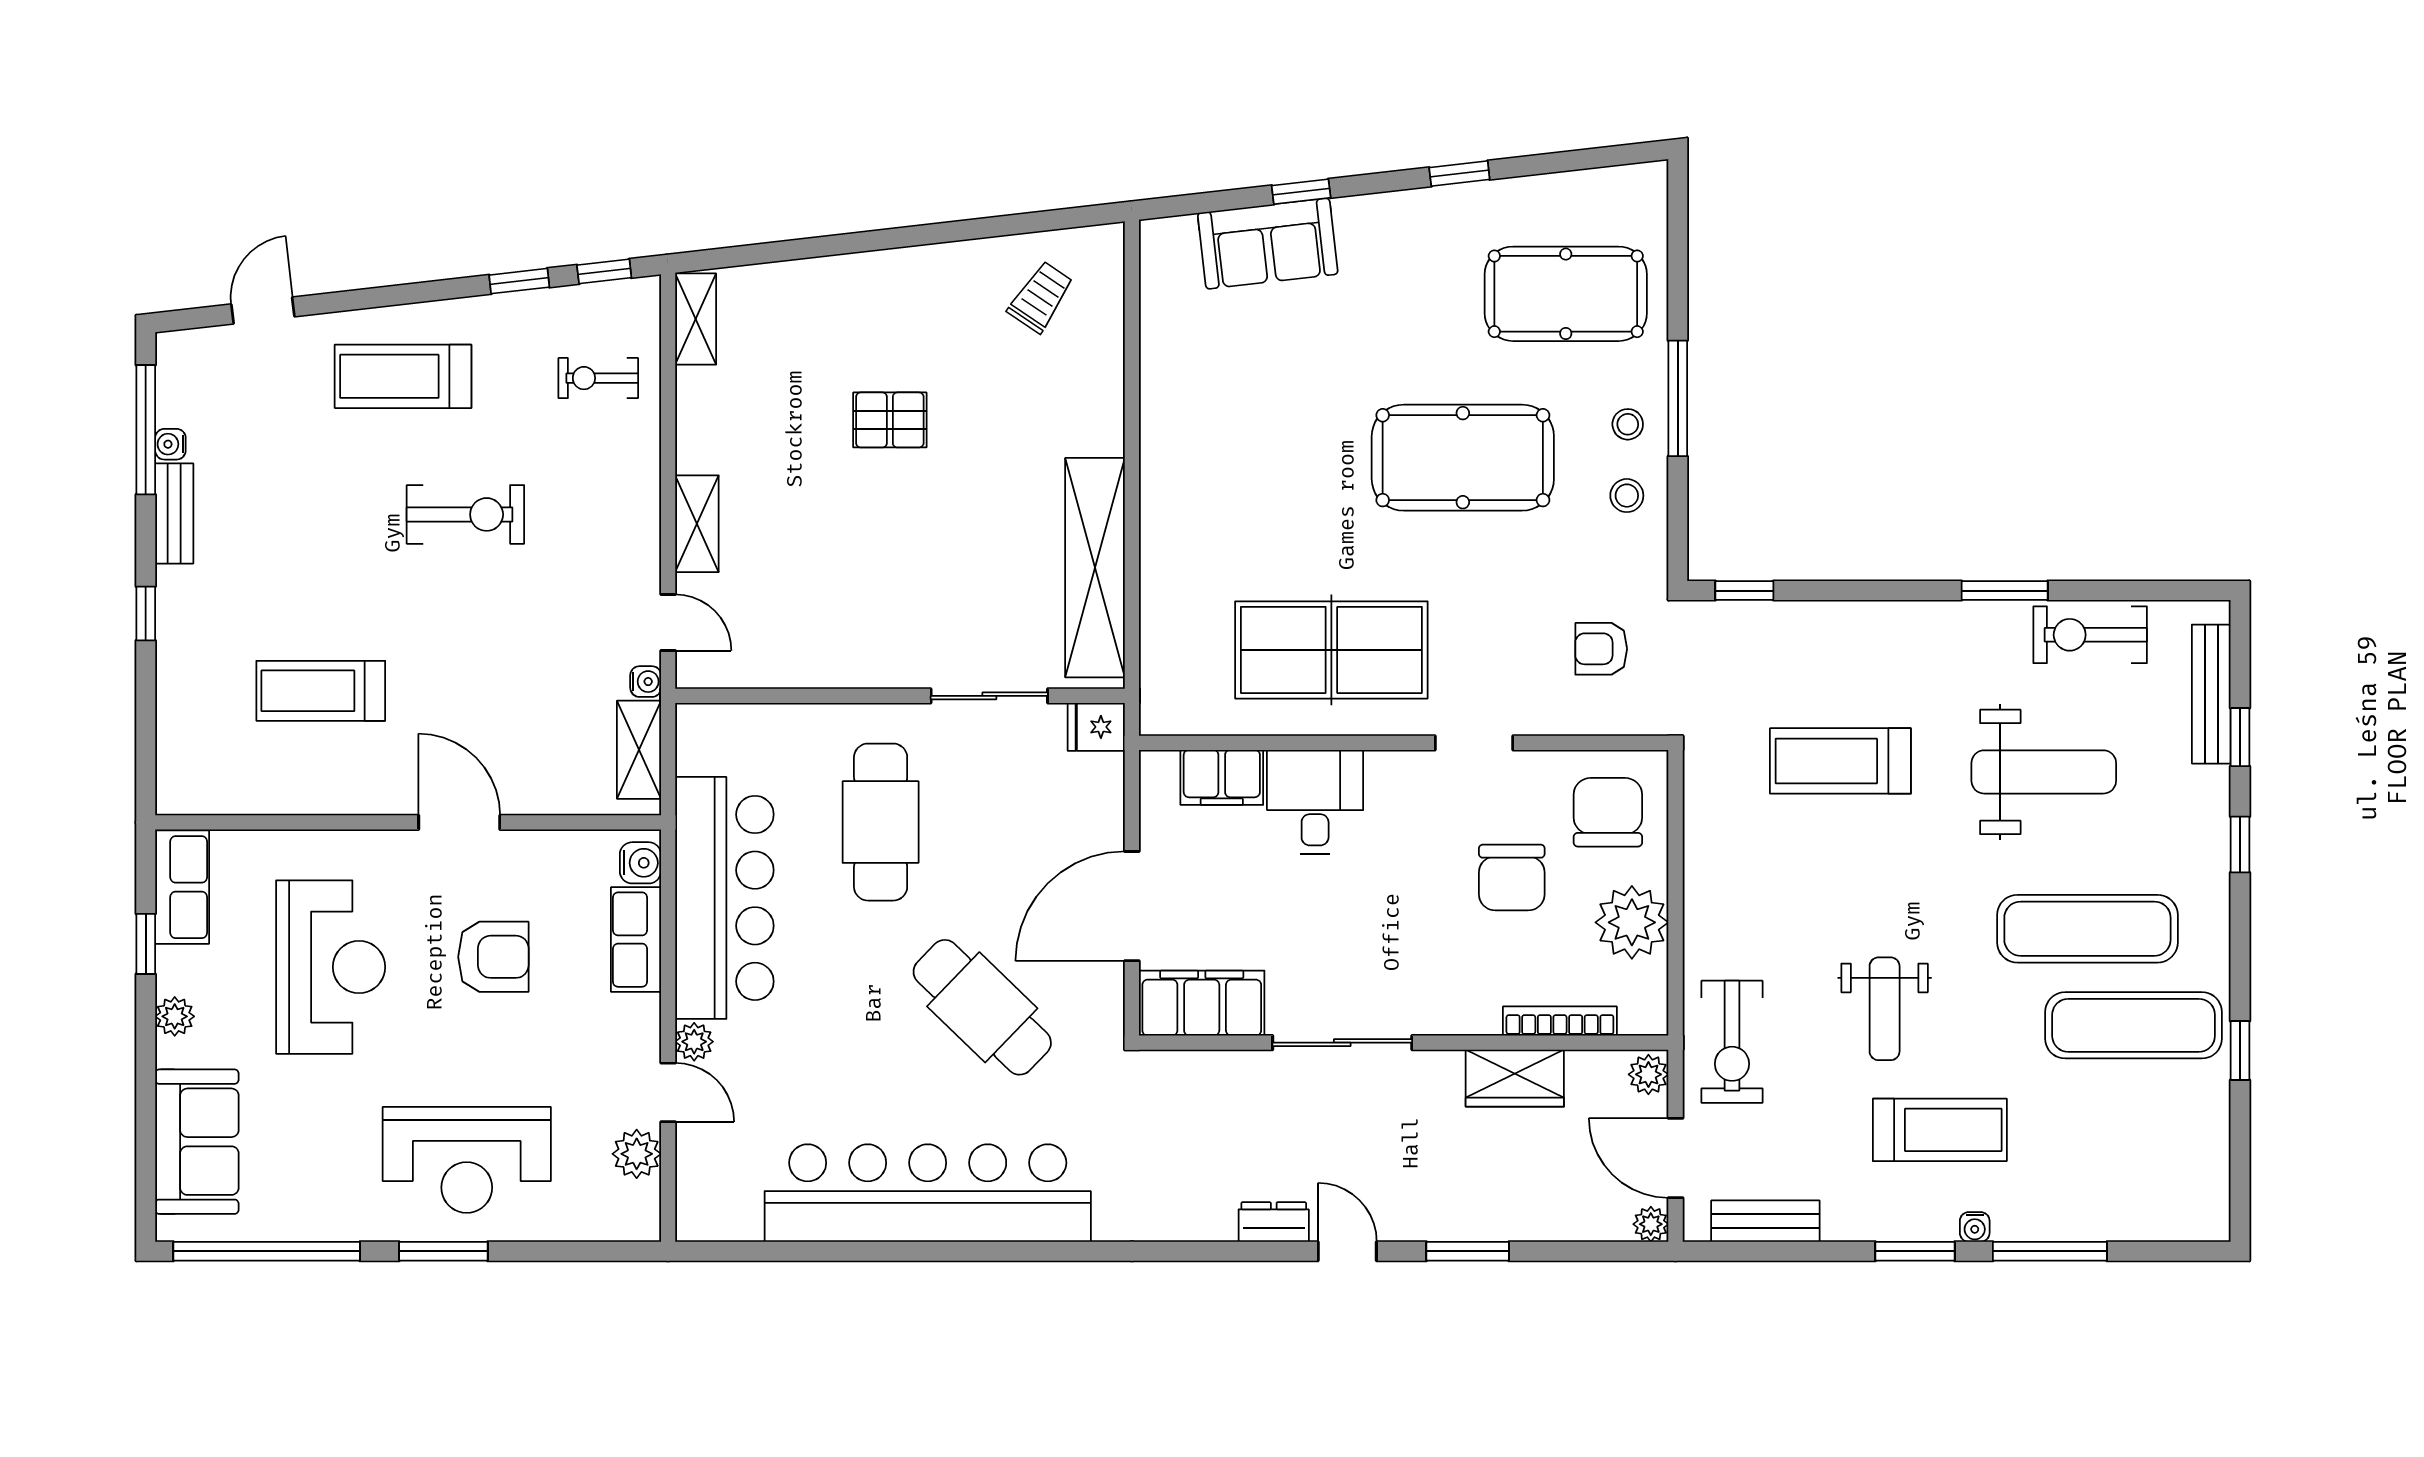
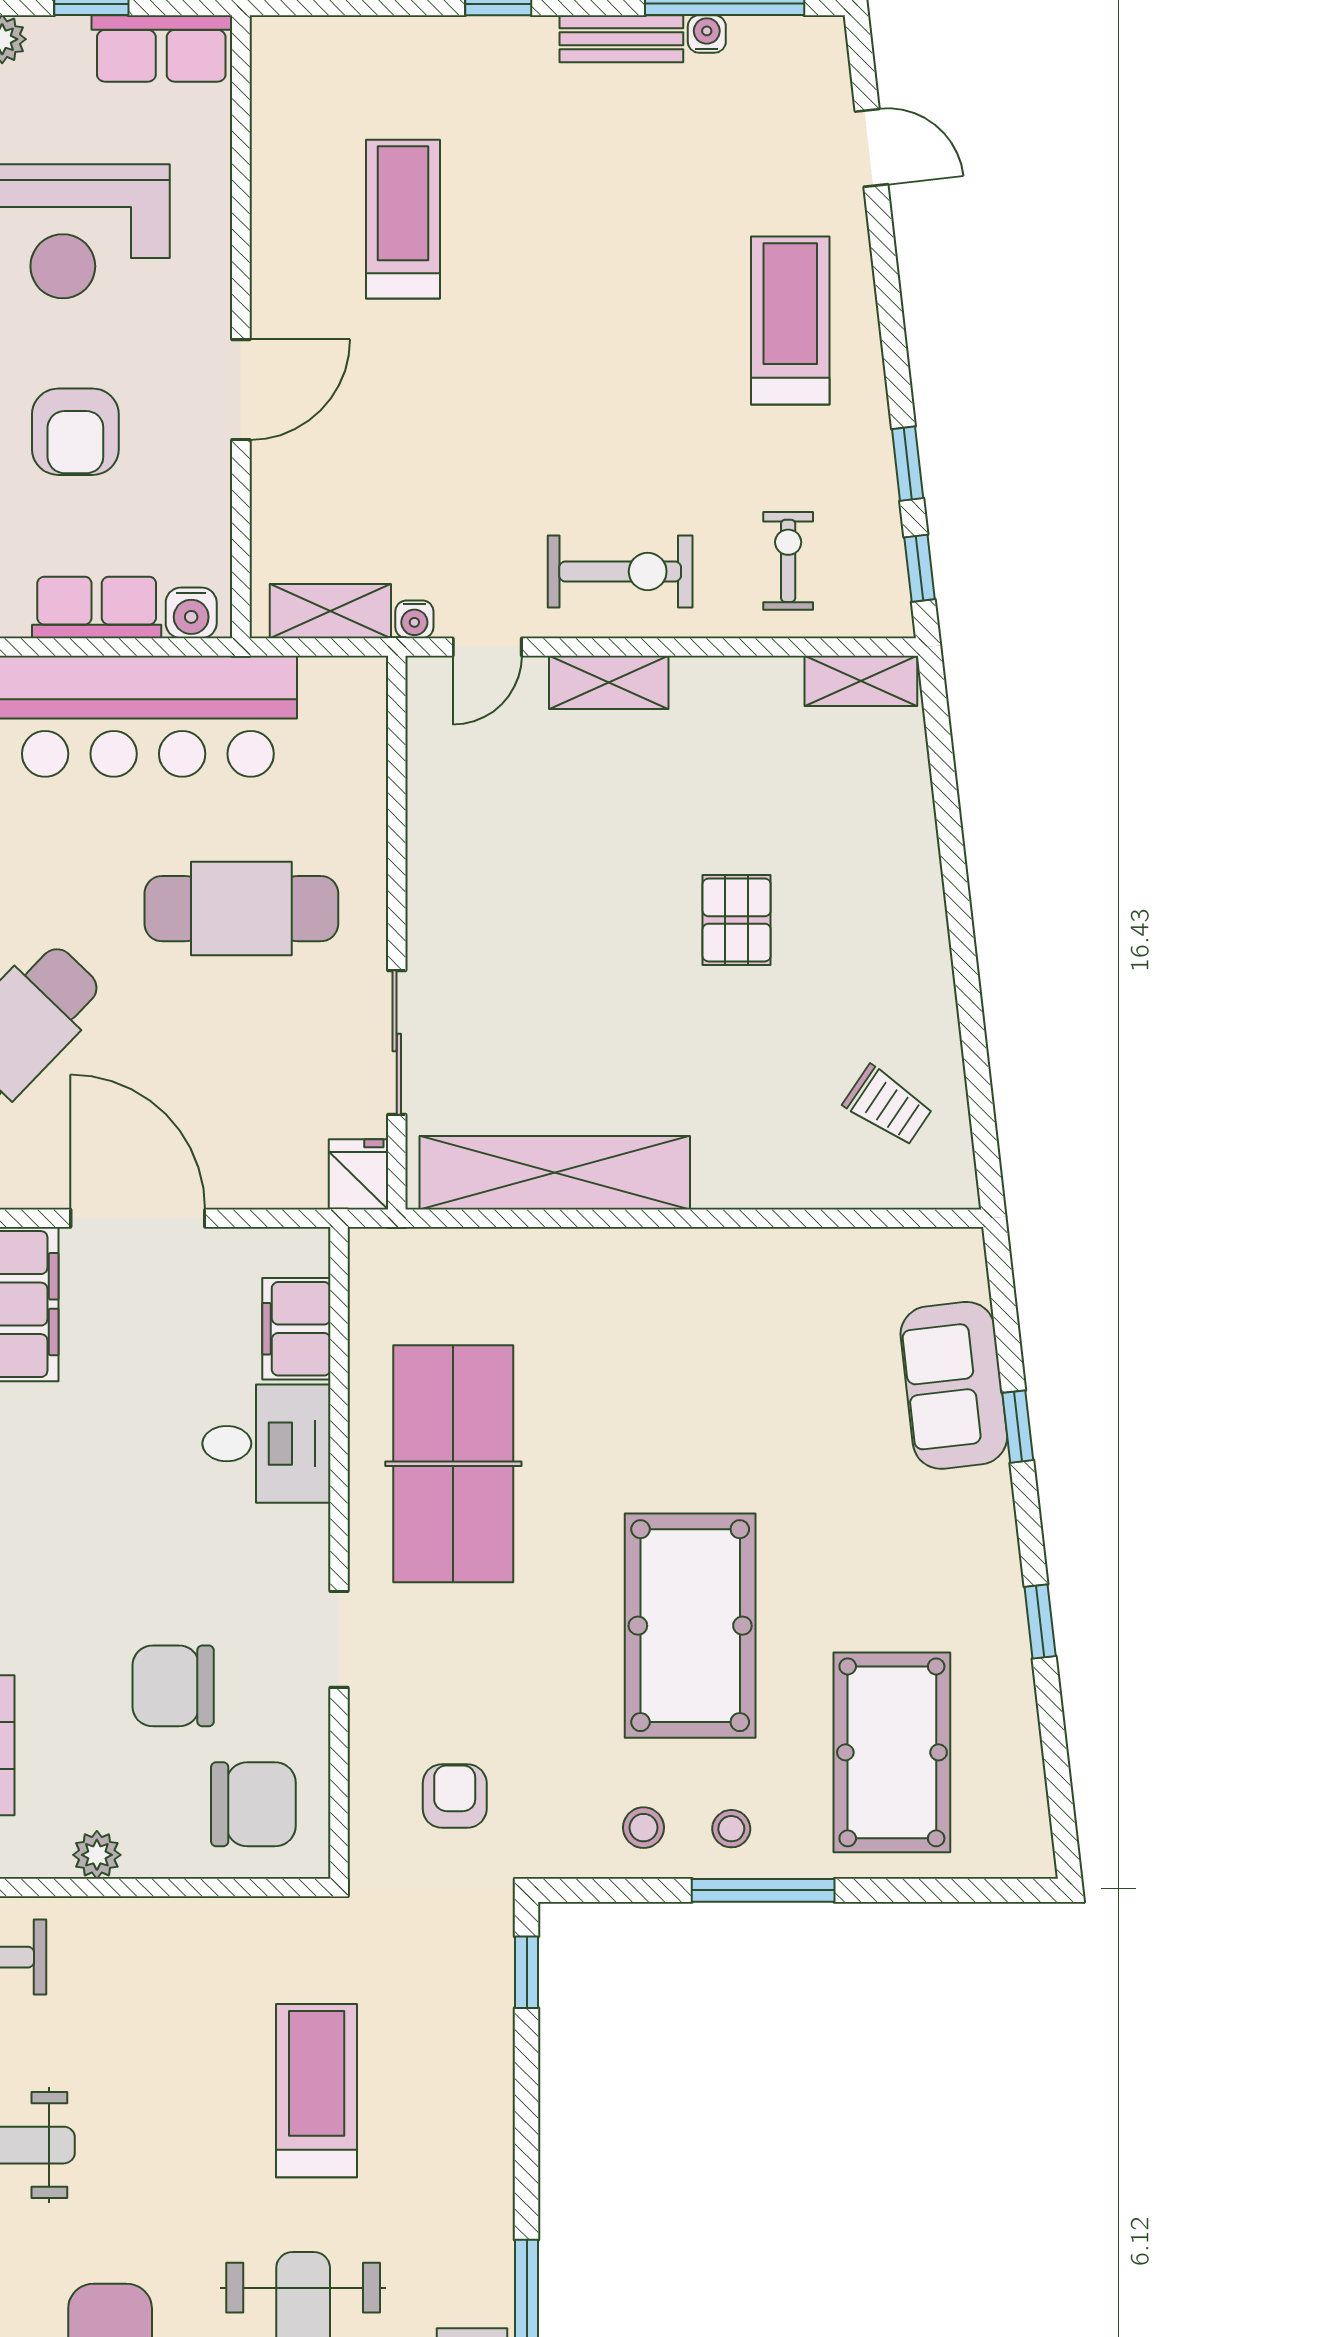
exercise bike: (465, 514) -> (620, 572), moved, turned -90
plant: (1632, 922) -> (97, 1855), width x0.53, depth x0.53

